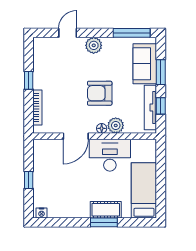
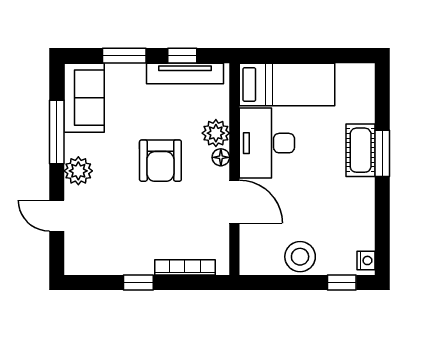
window: (132, 33) -> (57, 132), moved
sofa: (145, 64) -> (84, 98), moved, turned -90
stool: (44, 175) -> (300, 257), added
window: (29, 180) -> (342, 283), moved
bed: (144, 190) -> (287, 84), moved, turned 180

